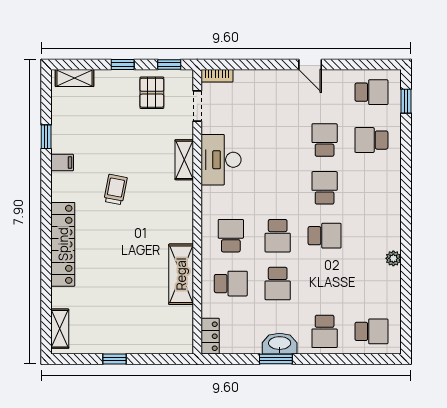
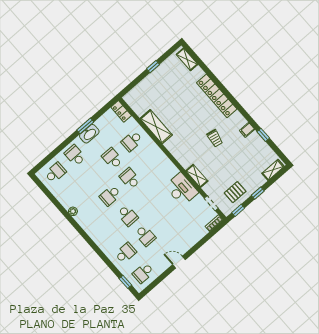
pallet: (152, 93) -> (235, 192), turned 90
school desk: (231, 236) -> (149, 161), removed
school desk: (371, 331) -> (55, 173), turned 180

